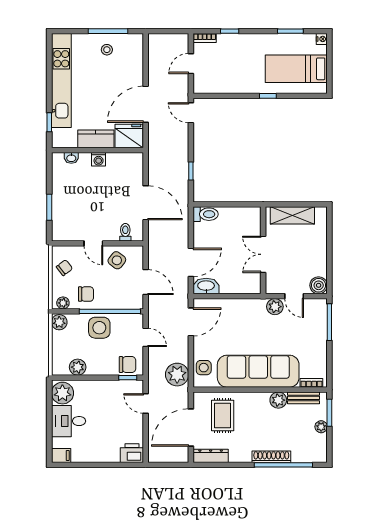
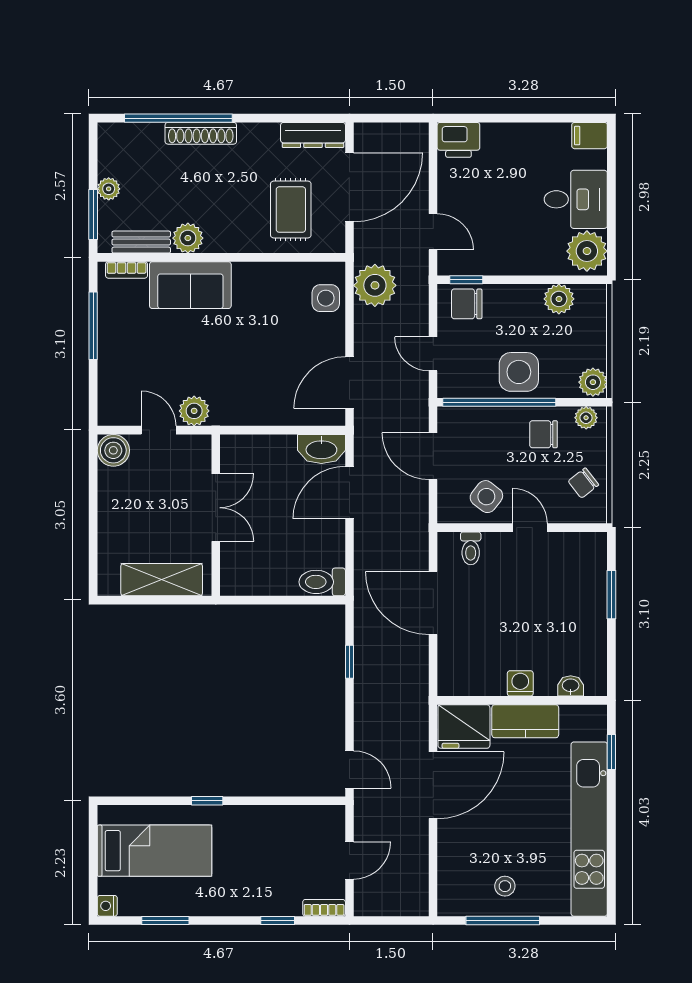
window: (329, 322) -> (93, 326), moved
sofa: (258, 371) -> (190, 285), width x0.54, depth x0.79

